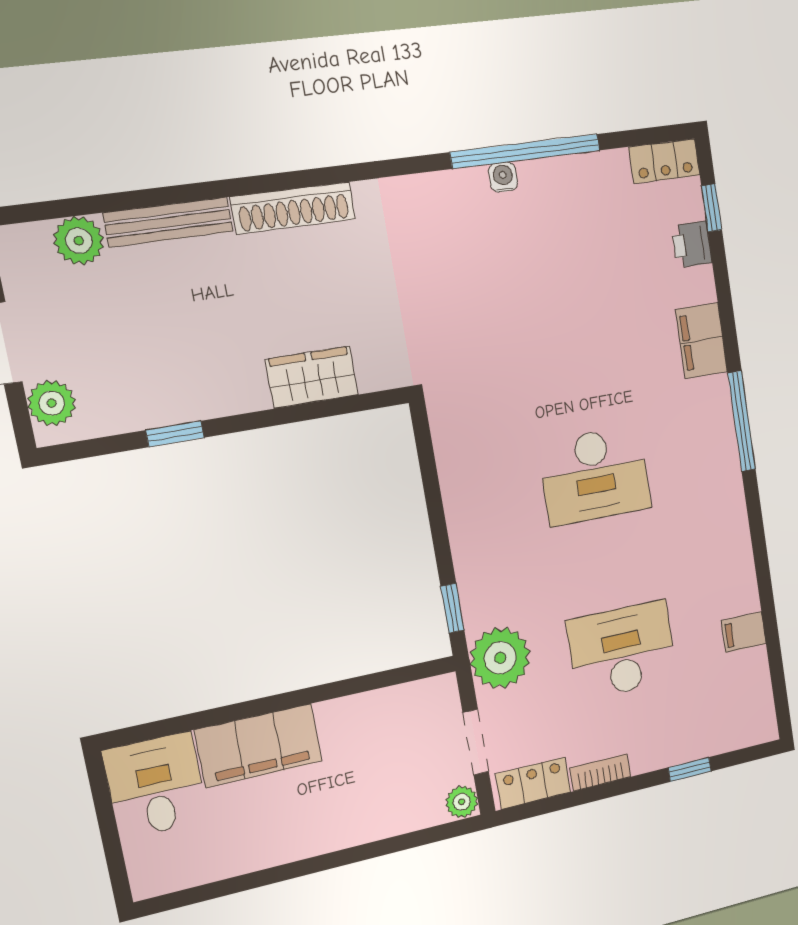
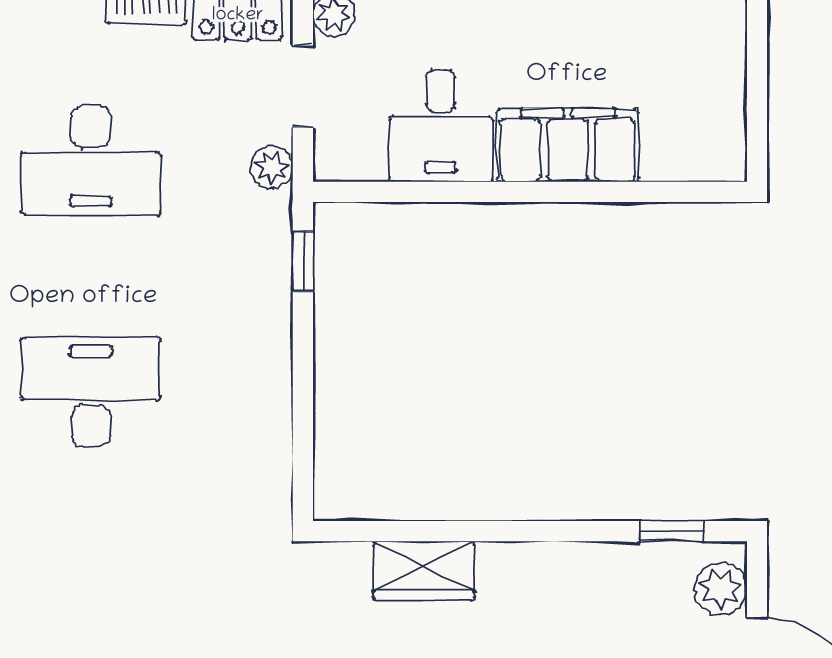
window: (175, 434) -> (672, 531), moved
plant: (500, 658) -> (272, 168), width x0.53, depth x0.53
desk: (156, 786) -> (441, 126), moved

